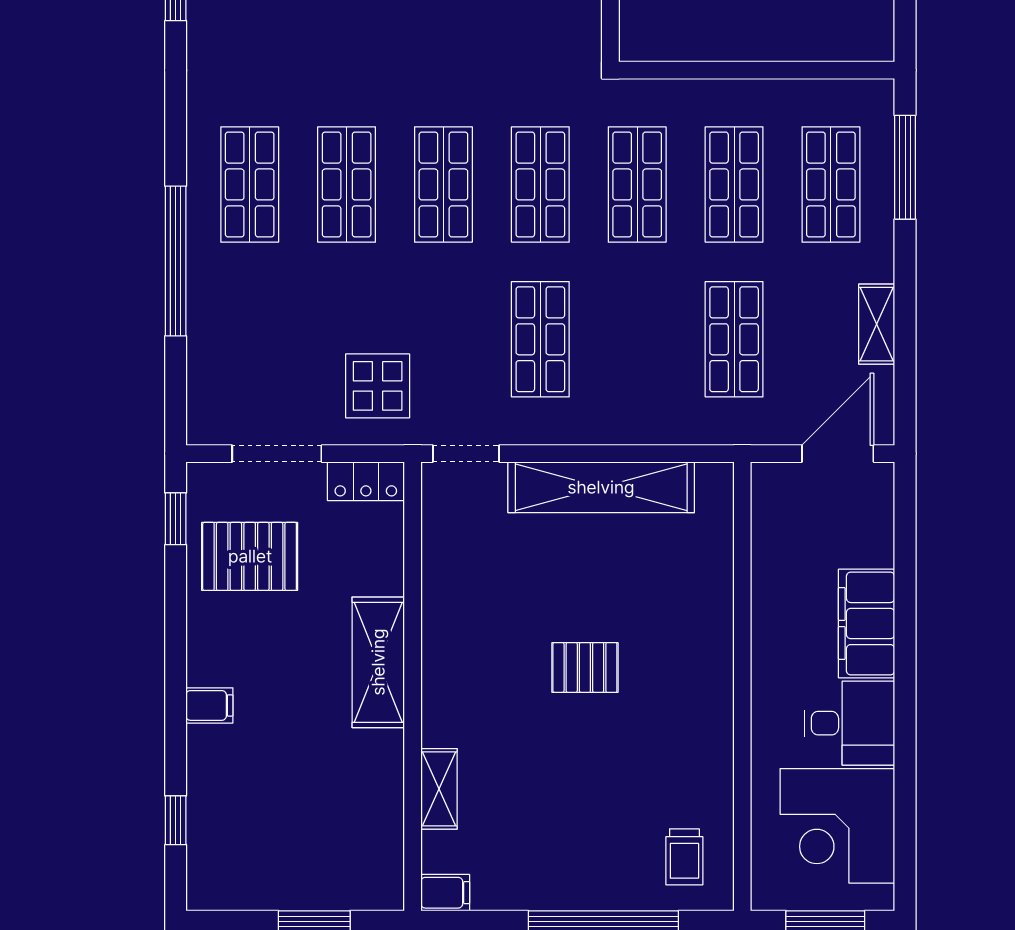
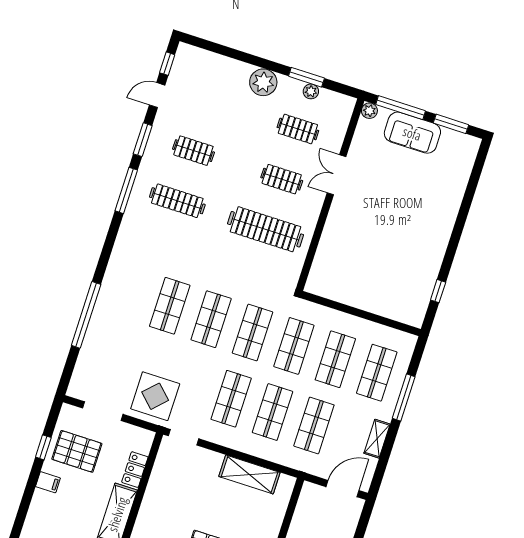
window: (905, 167) -> (404, 397), moved
shop shelf: (250, 184) -> (273, 412), moved
display table: (378, 386) -> (155, 396), width x1.36, depth x1.36
locker: (366, 481) -> (135, 470), moved, turned 90
shelving: (601, 487) -> (249, 474), width x0.68
window: (176, 519) -> (43, 447), moved
filing cabinet: (209, 705) -> (48, 482), moved

